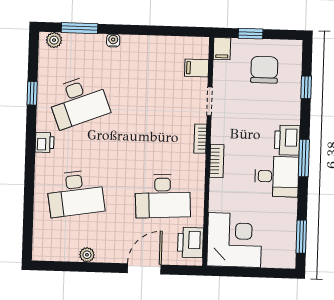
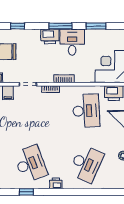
desk: (75, 193) -> (86, 164), turned 33
window: (301, 237) -> (96, 26), moved

